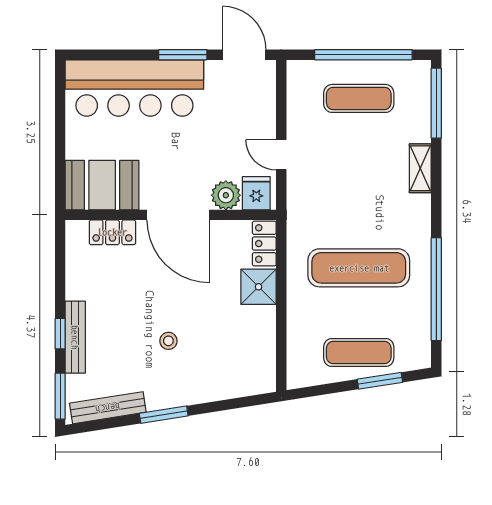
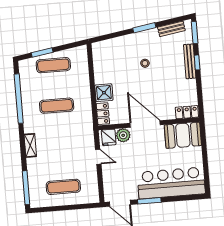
window: (363, 55) -> (63, 208), removed
shelving: (420, 168) -> (30, 145), moved
locker: (112, 232) -> (187, 112), moved
exercise mat: (359, 268) -> (57, 106), width x0.73, depth x0.69
bench: (108, 408) -> (171, 29), width x0.73

